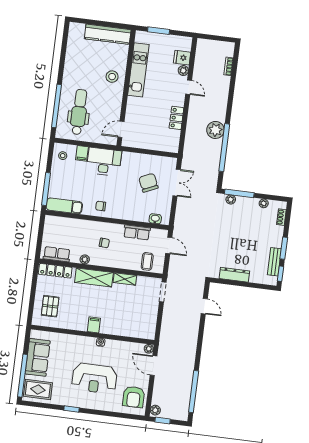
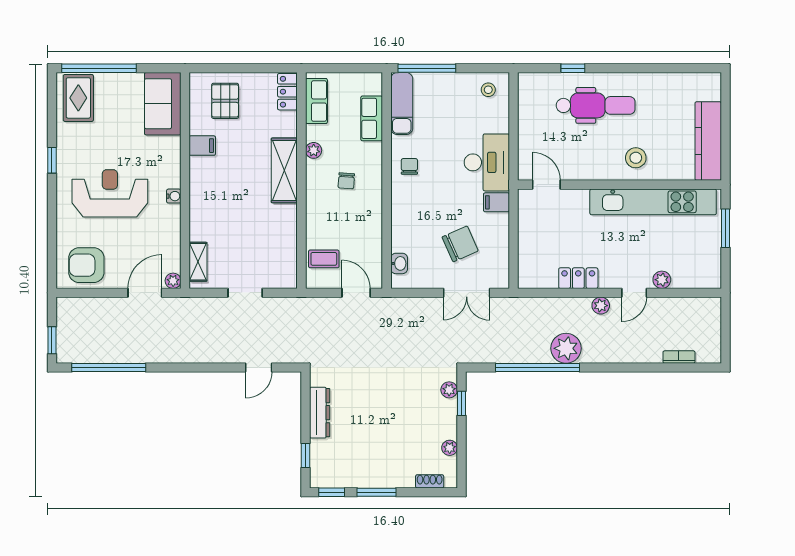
fridge: (182, 58) -> (684, 275), removed
kitchen unit: (138, 70) -> (653, 202), width x1.36
window: (57, 106) -> (573, 68), width x0.32
dental chair: (79, 112) -> (596, 105), moved
filing cabinet: (82, 153) -> (496, 202), moved
window: (239, 193) -> (461, 403), width x0.46
row of seats: (137, 232) -> (372, 118), moved
door: (169, 245) -> (356, 293), swing flipped
bench: (274, 262) -> (351, 479), removed
locker: (55, 271) -> (287, 92), width x0.66
shelving: (125, 279) -> (198, 262), moved
window: (258, 286) -> (306, 456), added
doorway: (163, 292) -> (245, 293), moved
pallet: (50, 306) -> (225, 101), turned 90
filing cabinet: (94, 325) -> (202, 146), moved
sofa: (38, 357) -> (163, 104), moved, turned 90
reception desk: (94, 378) -> (110, 193), turned 90
plant: (155, 410) -> (601, 306), moved
window: (163, 420) -> (52, 340), moved

